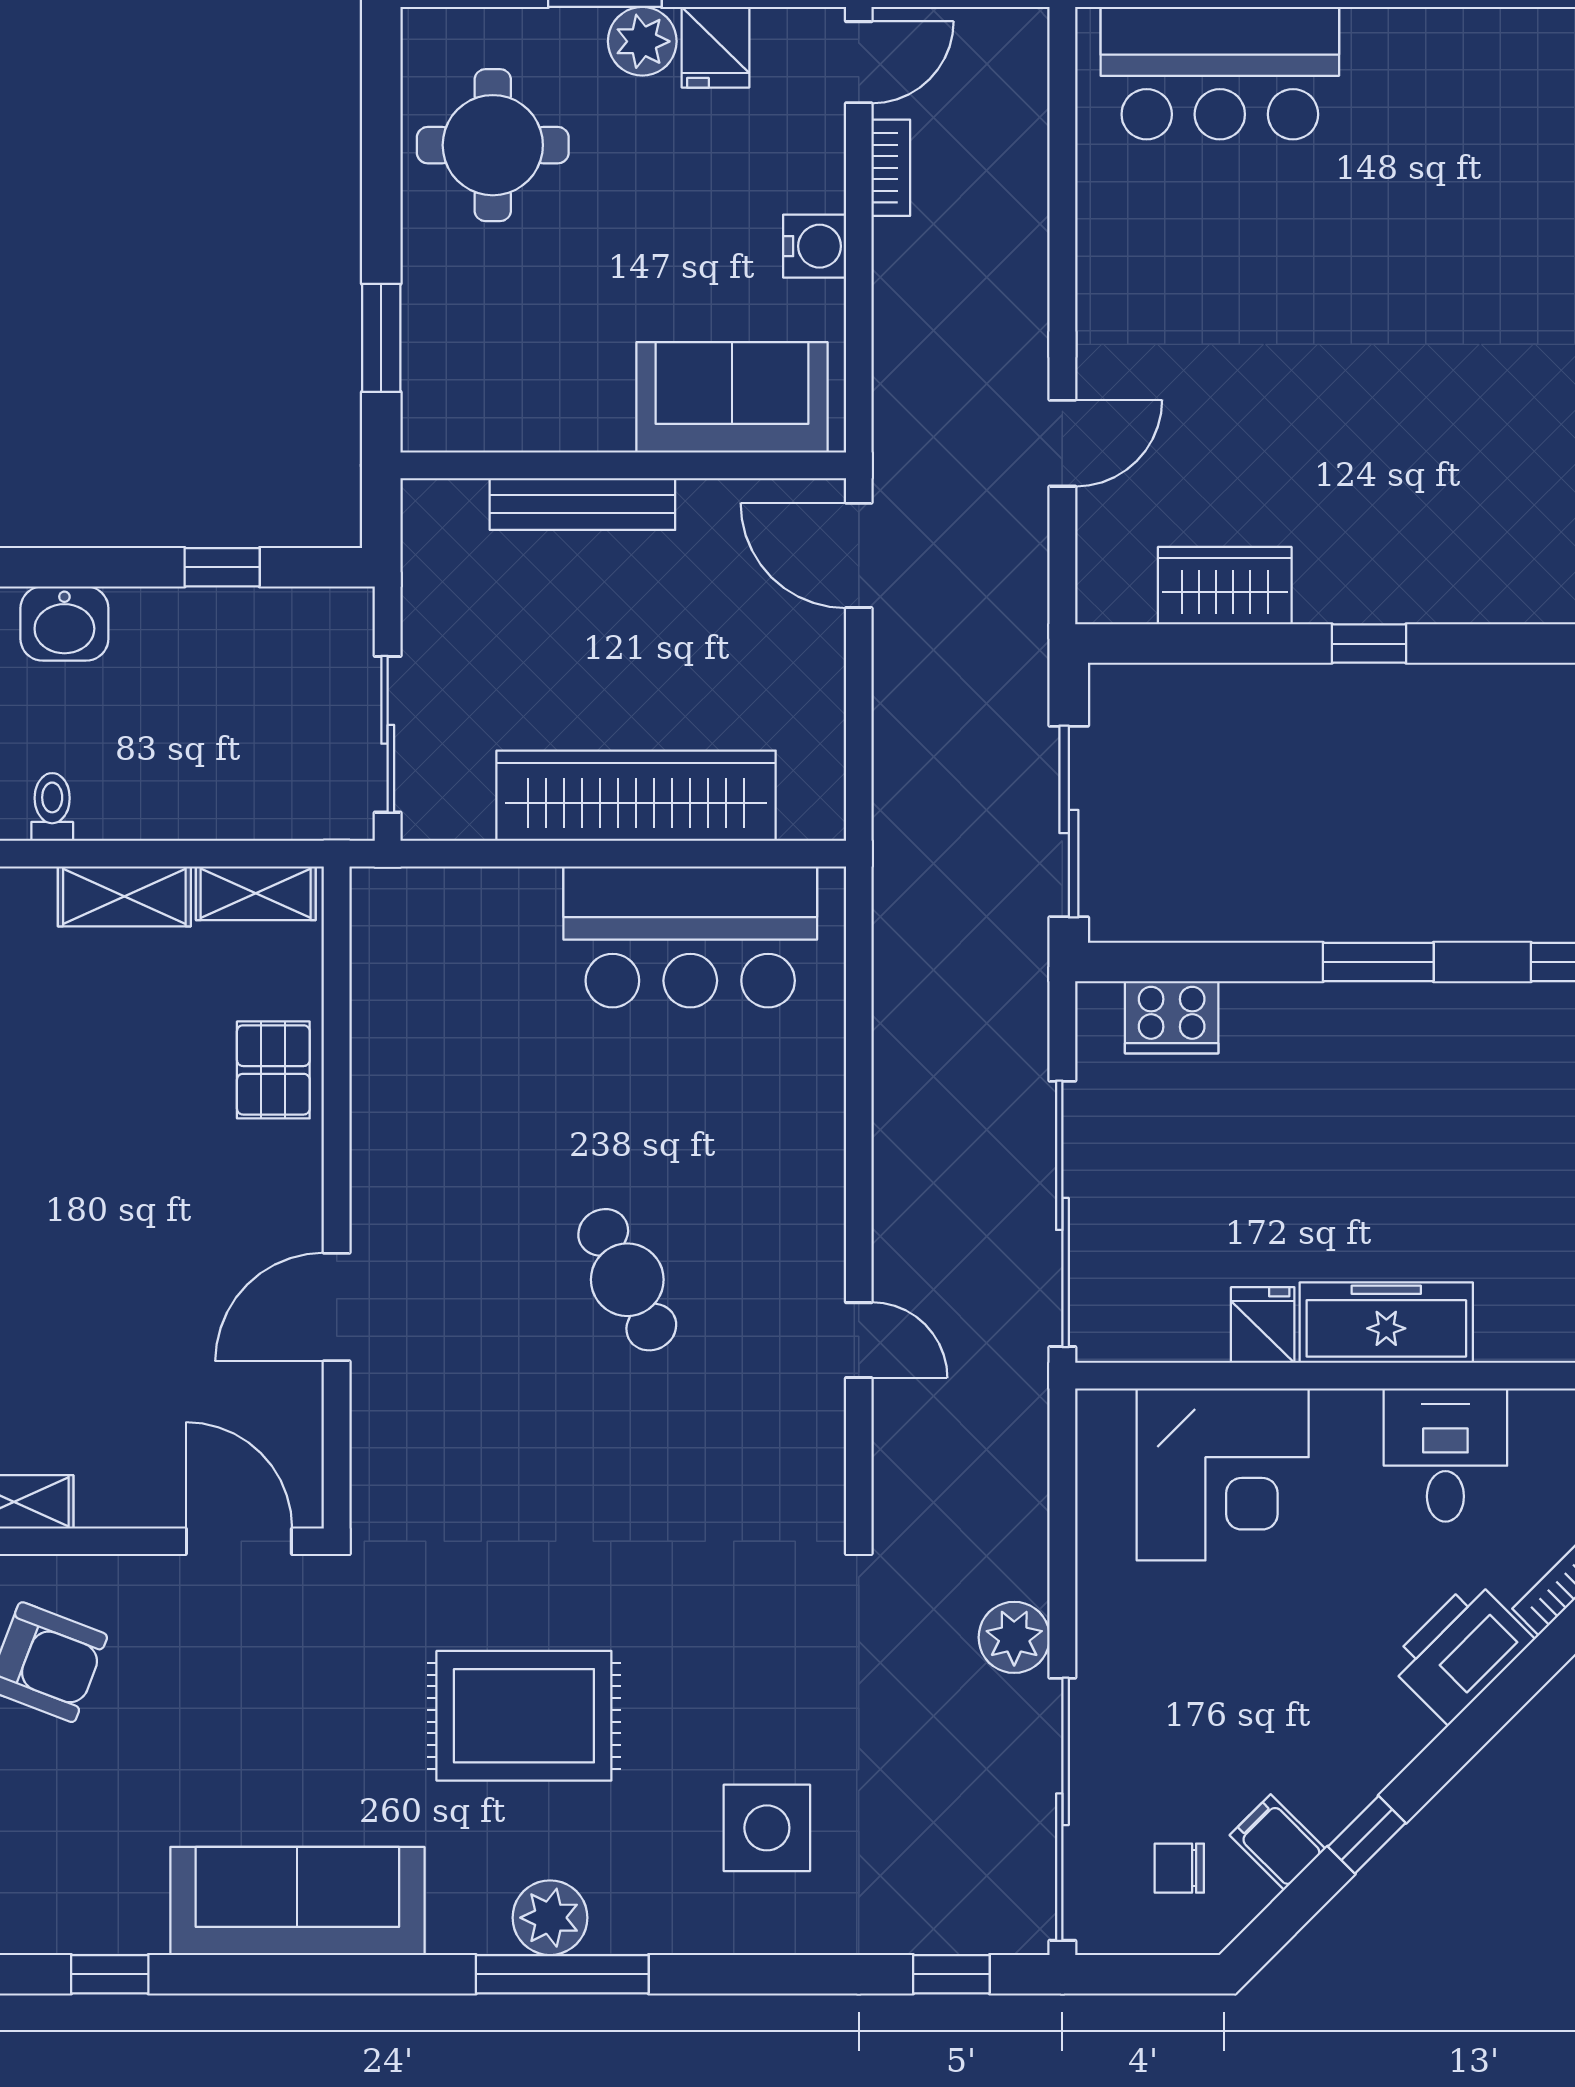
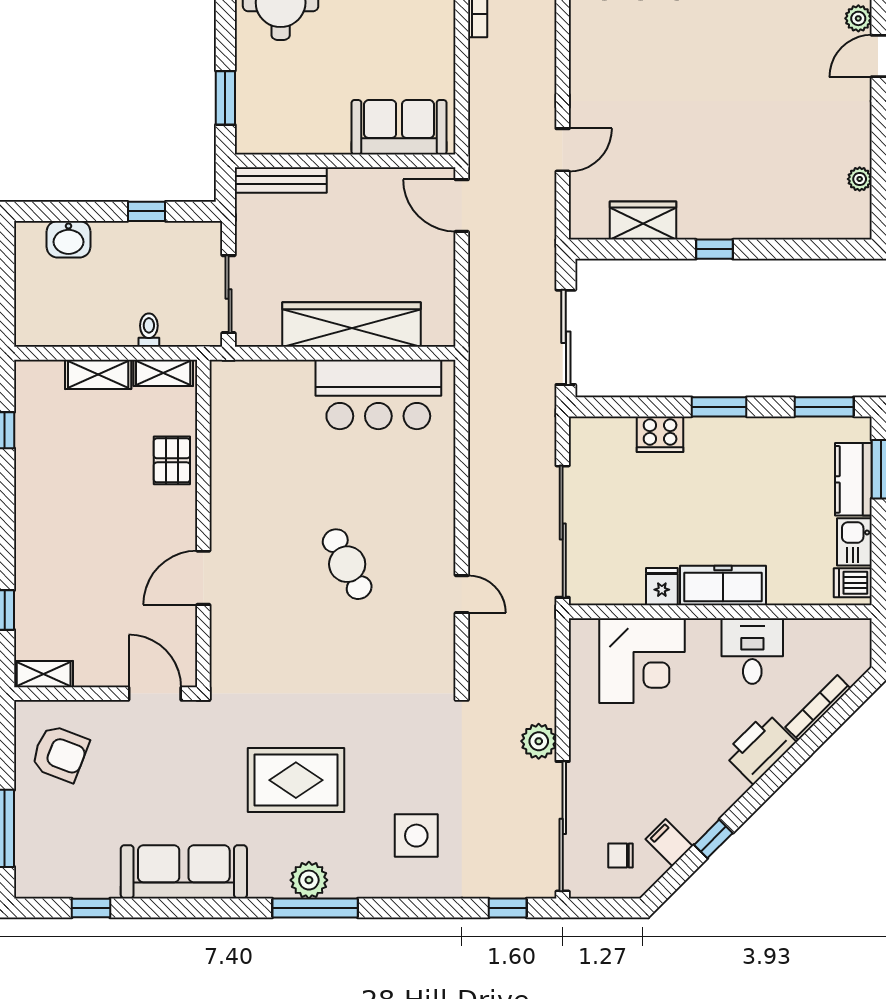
water cooler: (815, 246) -> (440, 52), removed
bench: (582, 504) -> (281, 180), moved
toilet: (52, 807) -> (149, 330), moved
cooker: (1172, 1017) -> (660, 434), moved

